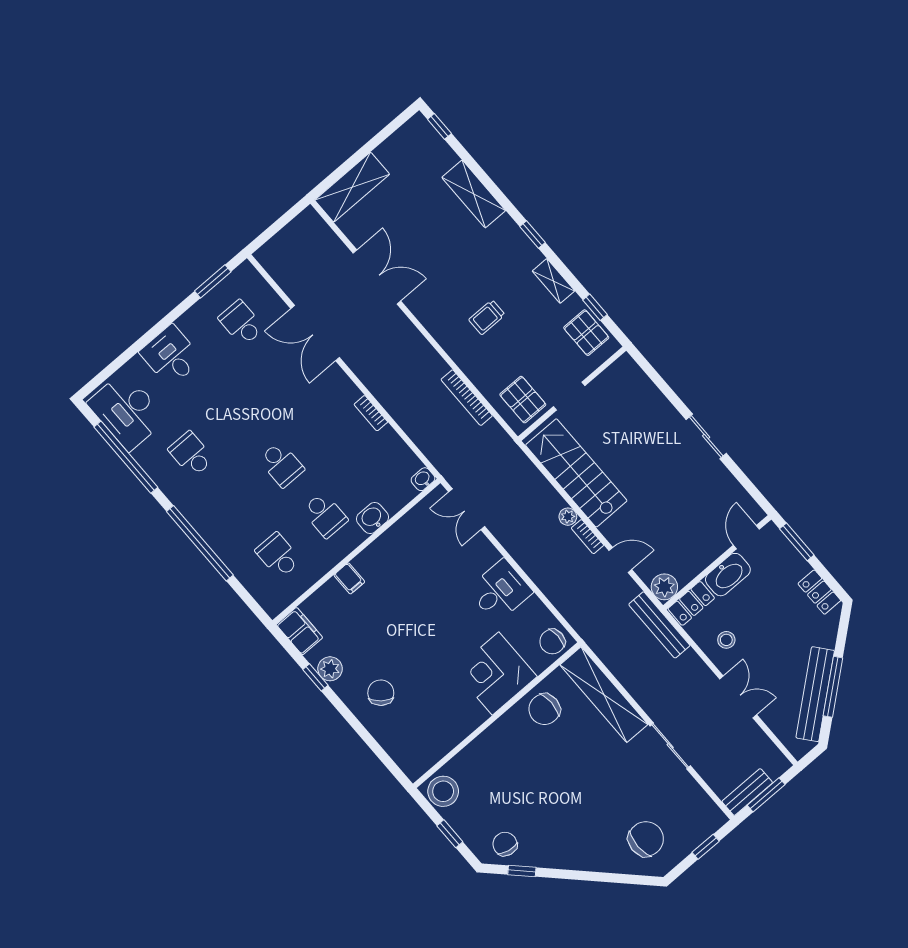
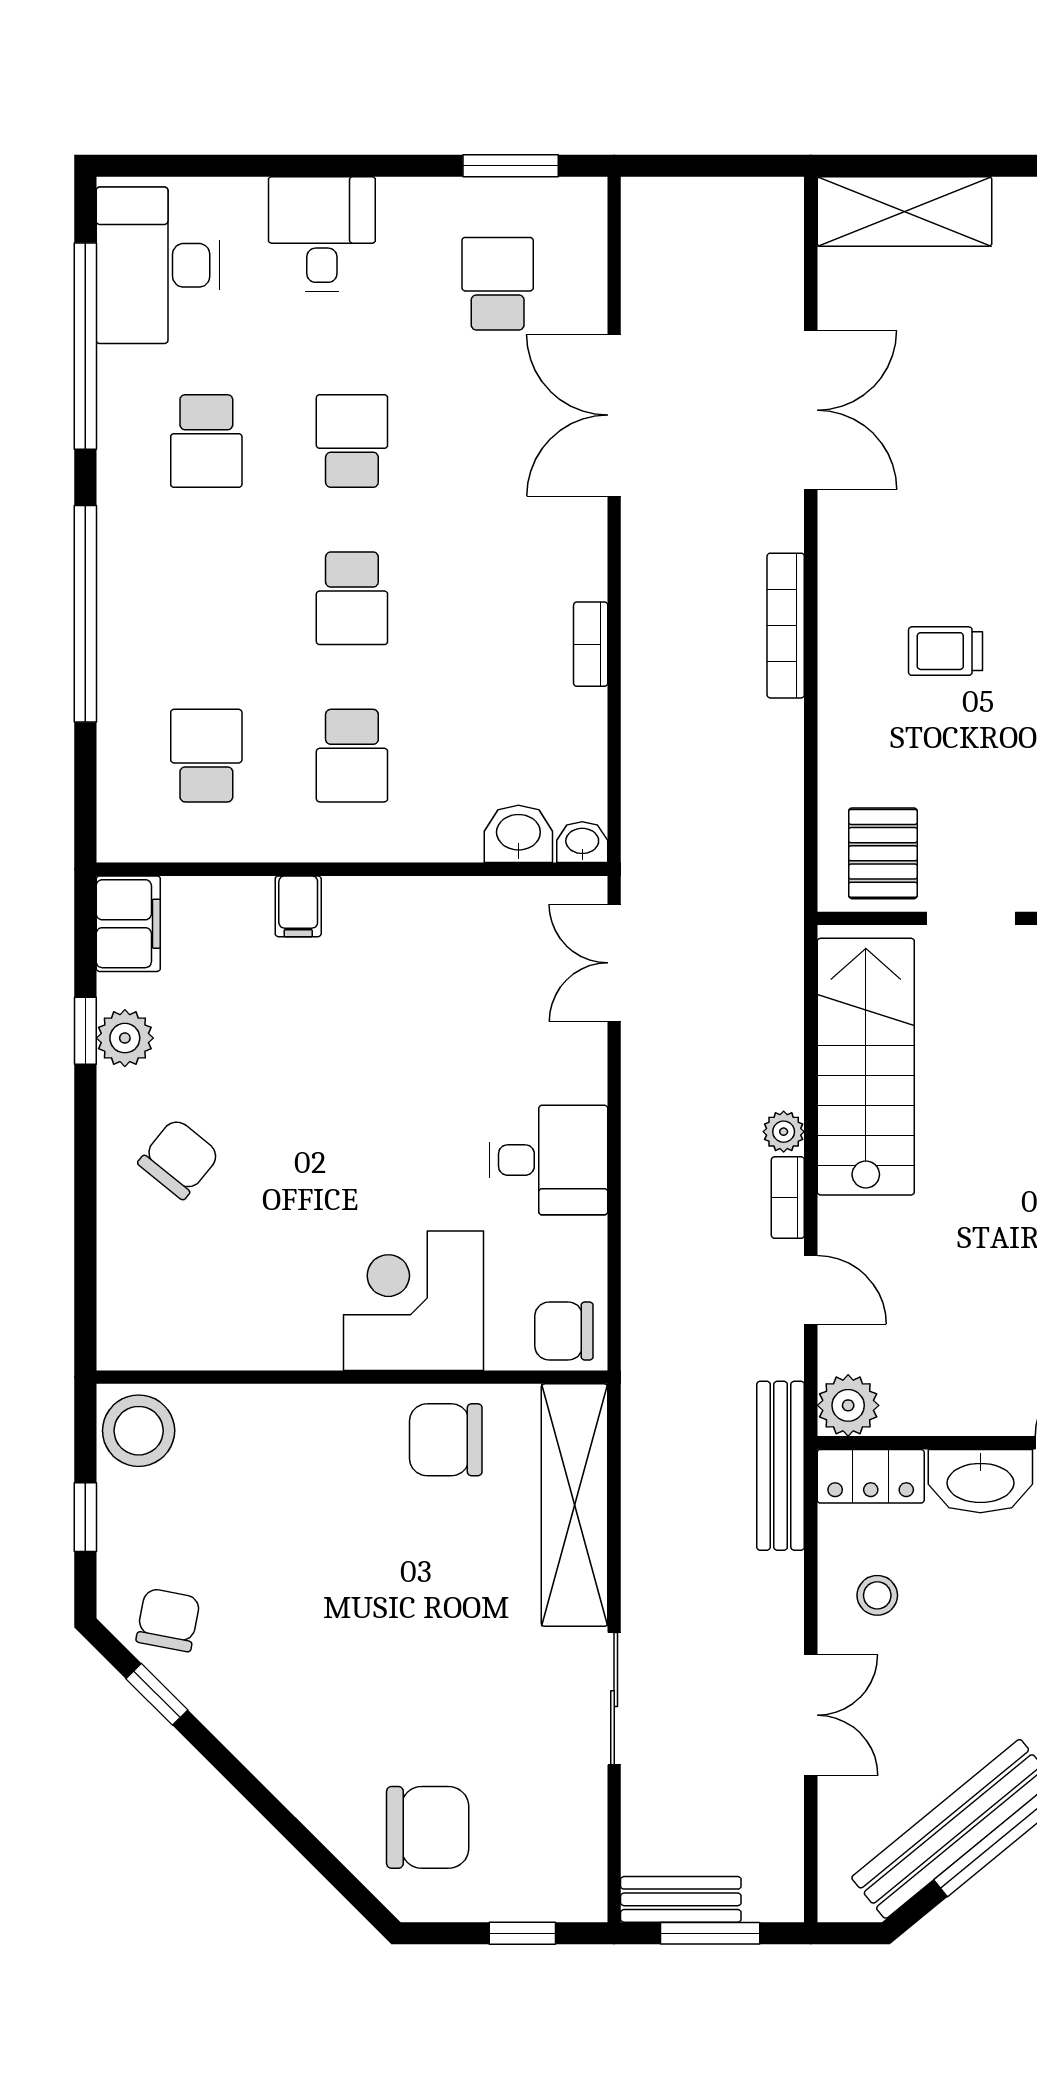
bookcase: (467, 398) -> (786, 626), moved
school desk: (238, 414) -> (352, 441), added
school desk: (191, 454) -> (206, 441), turned 180
washbasin: (372, 518) -> (518, 834), moved

